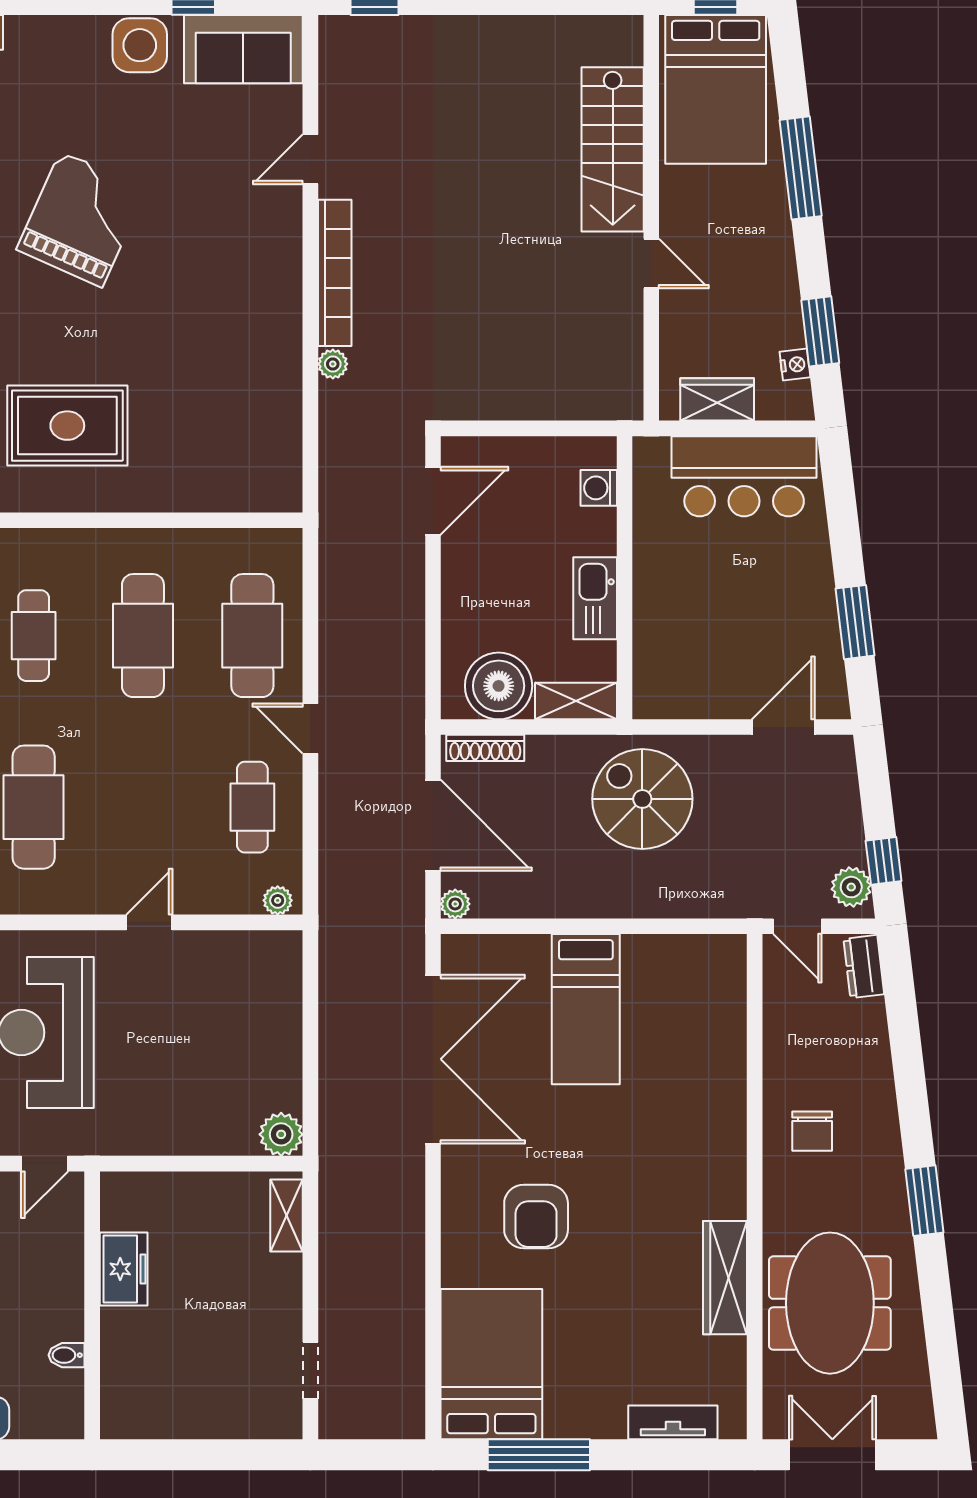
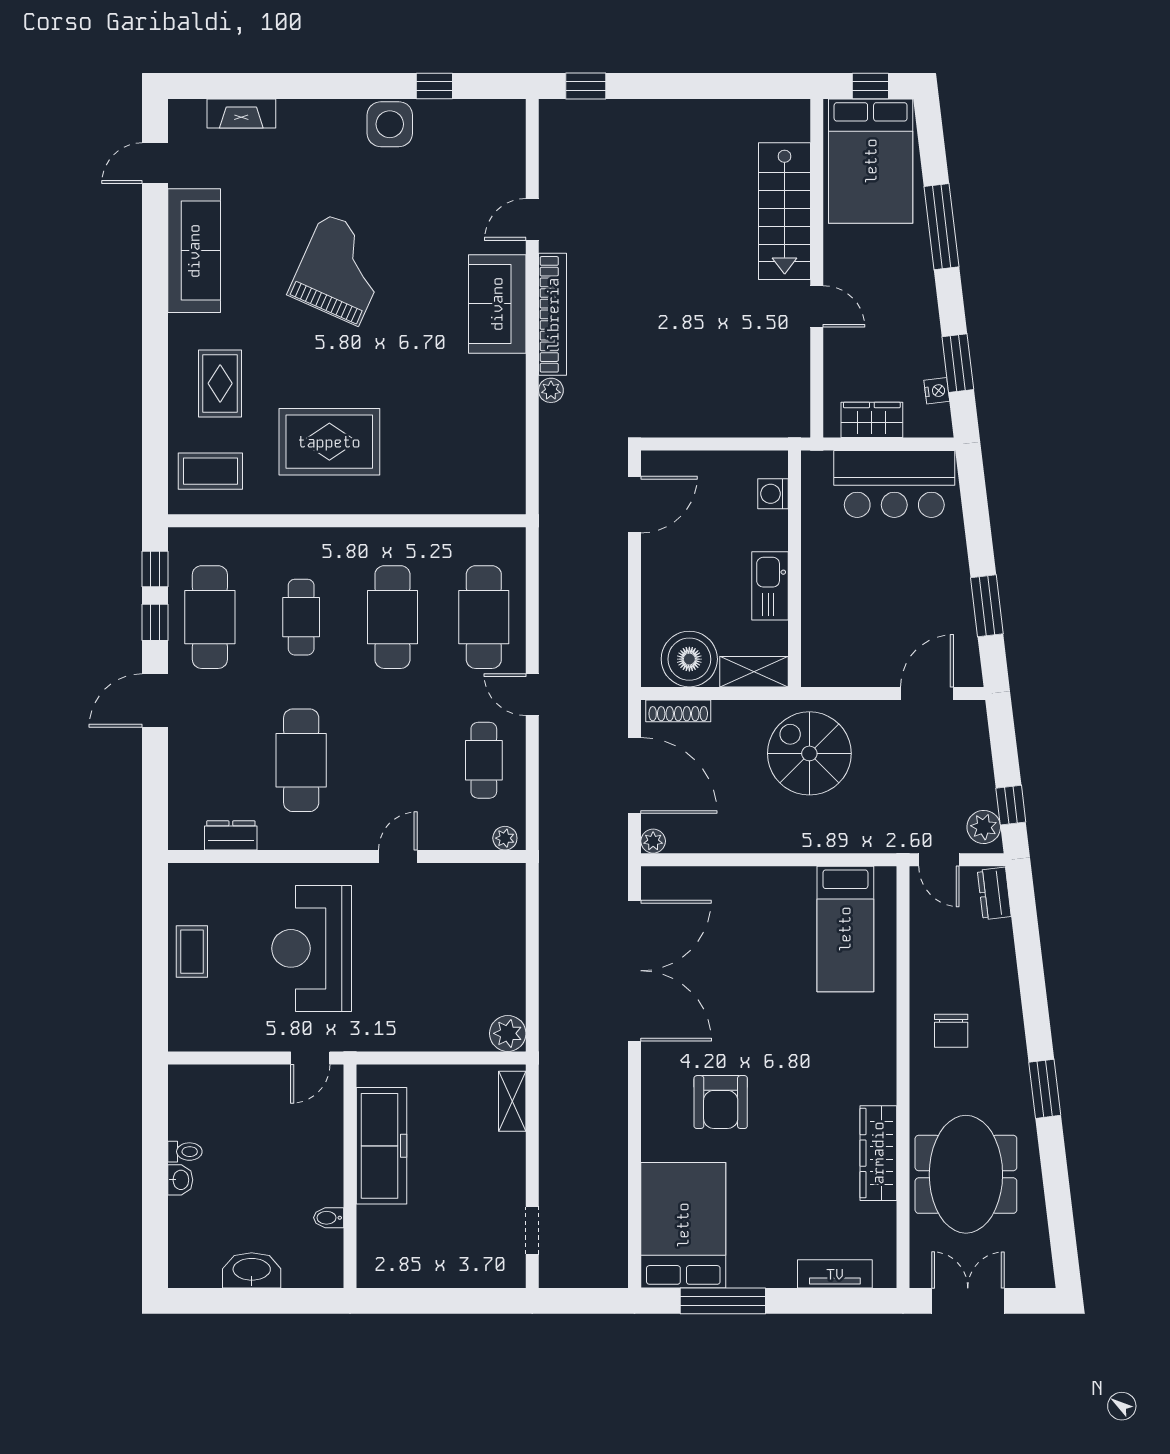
sofa: (243, 49) -> (497, 304), moved, turned 90
bed: (586, 1009) -> (845, 929), moved
freezer: (124, 1269) -> (381, 1146), width x1.91, depth x1.26

